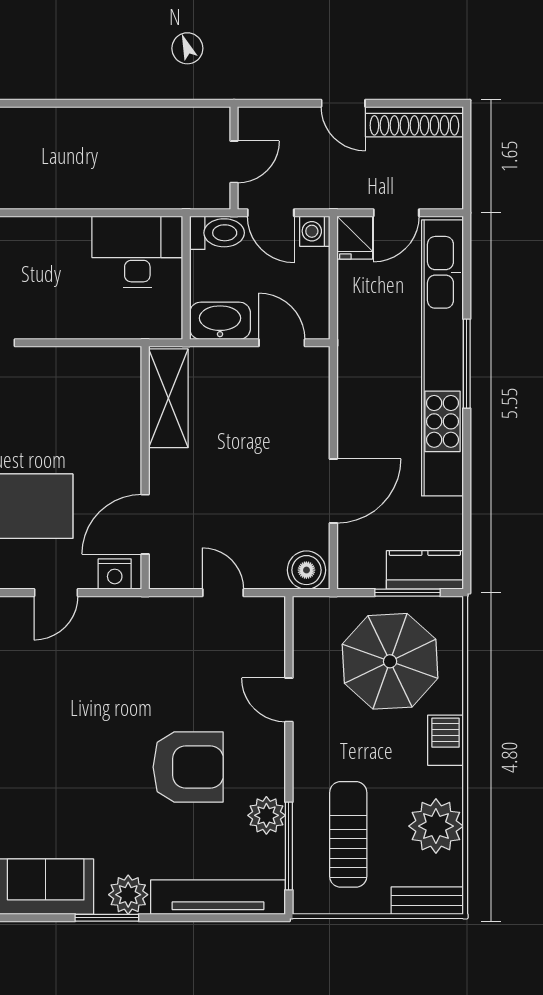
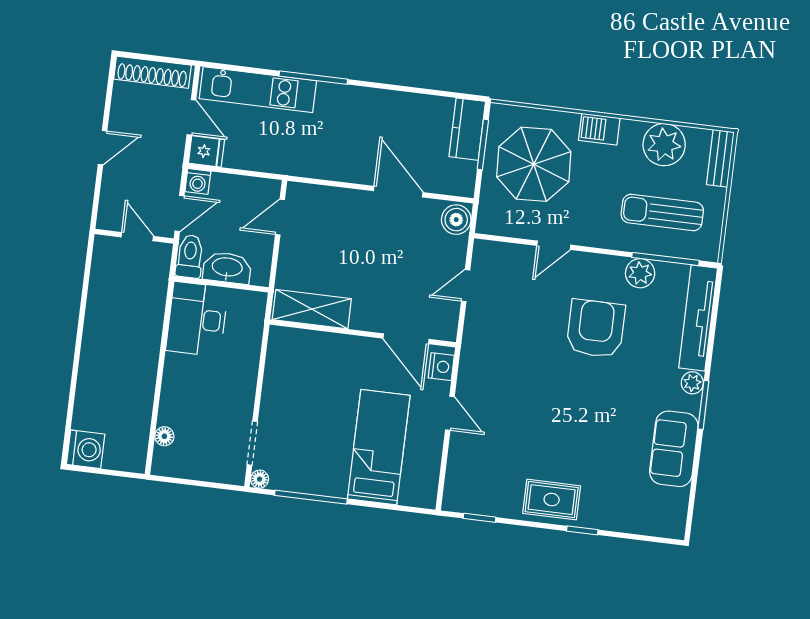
shoe rack: (414, 122) -> (152, 72), moved, turned 90
washbasin: (220, 321) -> (227, 268), moved, turned 90
kitchen unit: (442, 358) -> (258, 90), width x0.54
plant: (128, 895) -> (692, 383), width x0.73, depth x0.73

